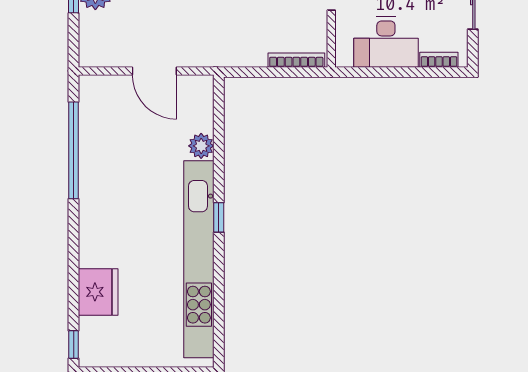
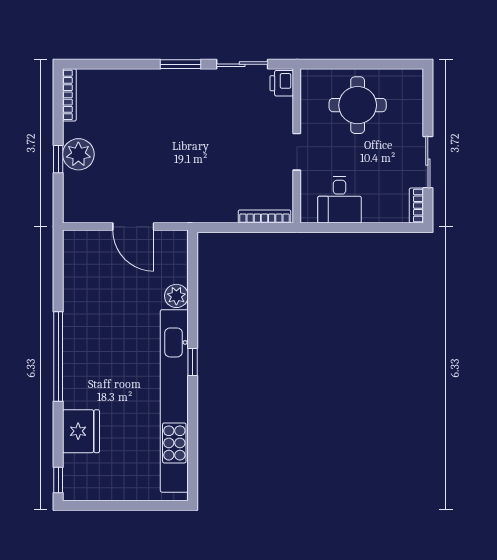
desk: (386, 42) -> (339, 200), width x0.73
bookcase: (439, 60) -> (416, 206), moved, turned -90
window: (74, 150) -> (58, 357), moved

